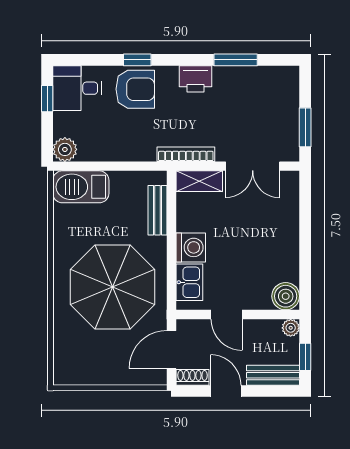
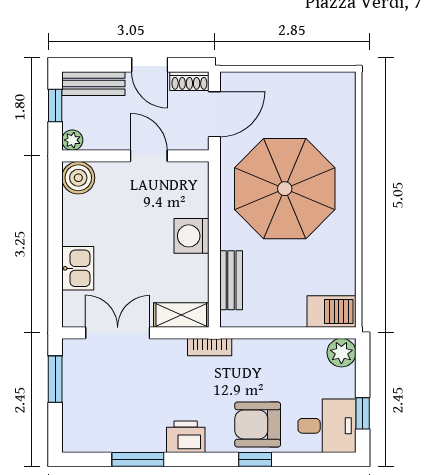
bookcase: (186, 154) -> (210, 347), width x0.64
barbecue: (81, 187) -> (332, 312), width x0.73, depth x0.83
kitchen sink: (189, 282) -> (78, 268), moved, turned 180

